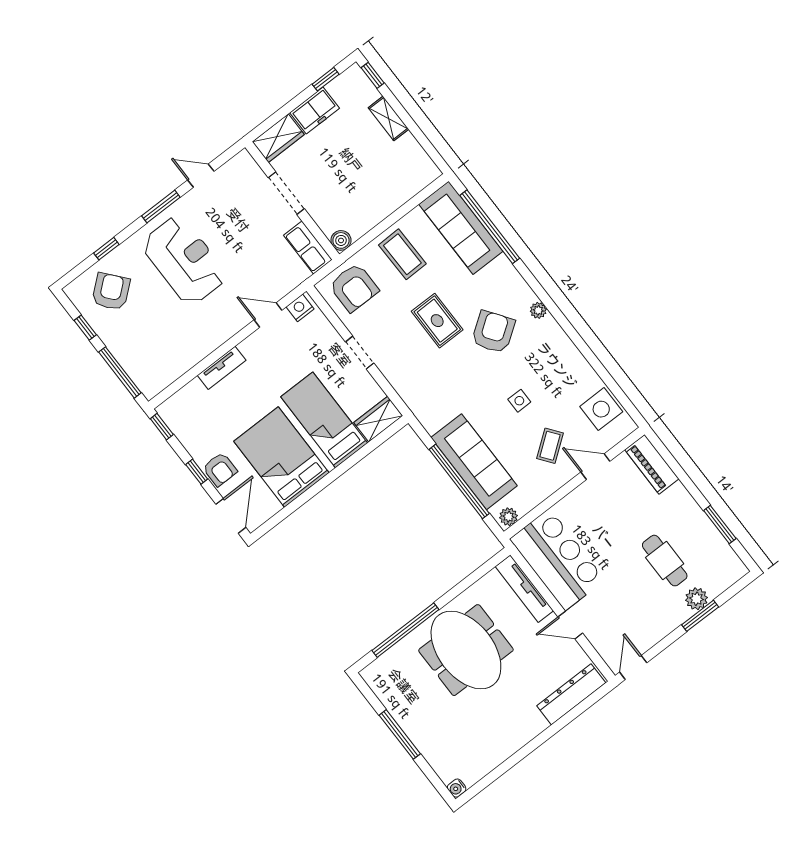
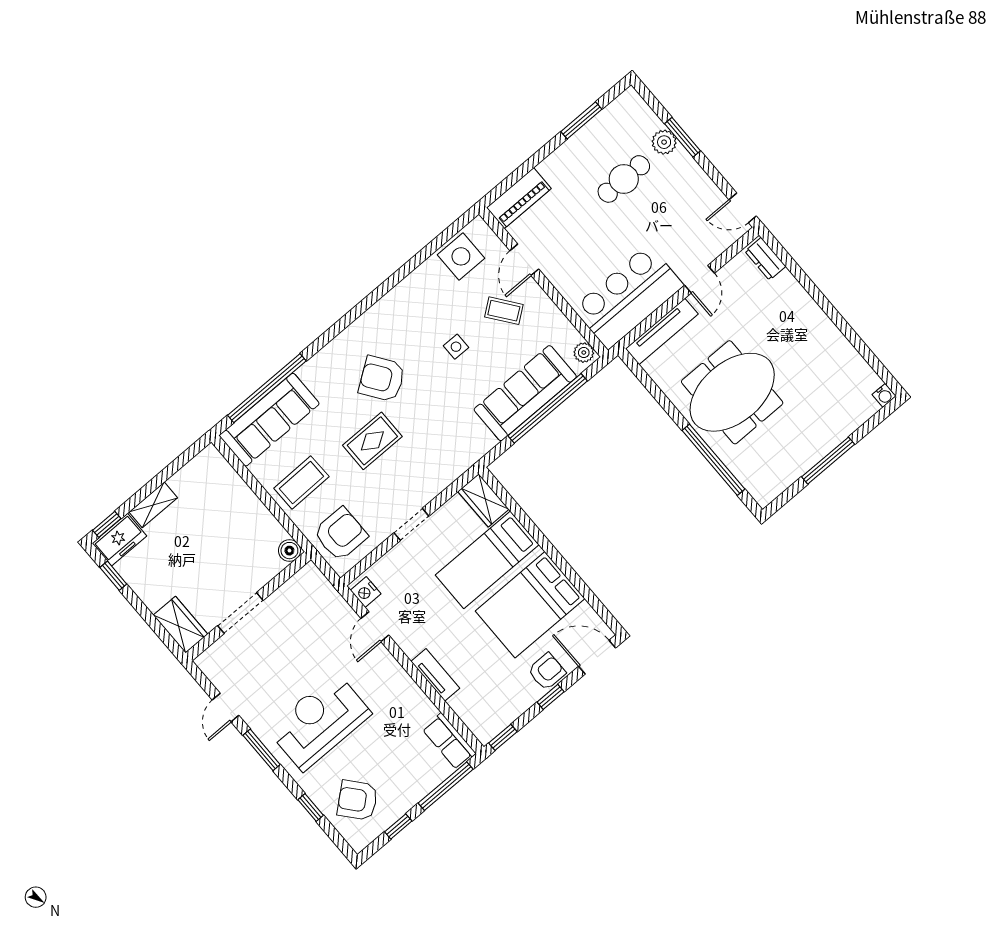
freezer: (315, 110) -> (119, 540), moved, turned 90
row of seats: (308, 247) -> (449, 741), moved, turned 90
plant: (538, 310) -> (356, 331), removed
dresser: (571, 694) -> (765, 259), width x0.51, depth x0.80

